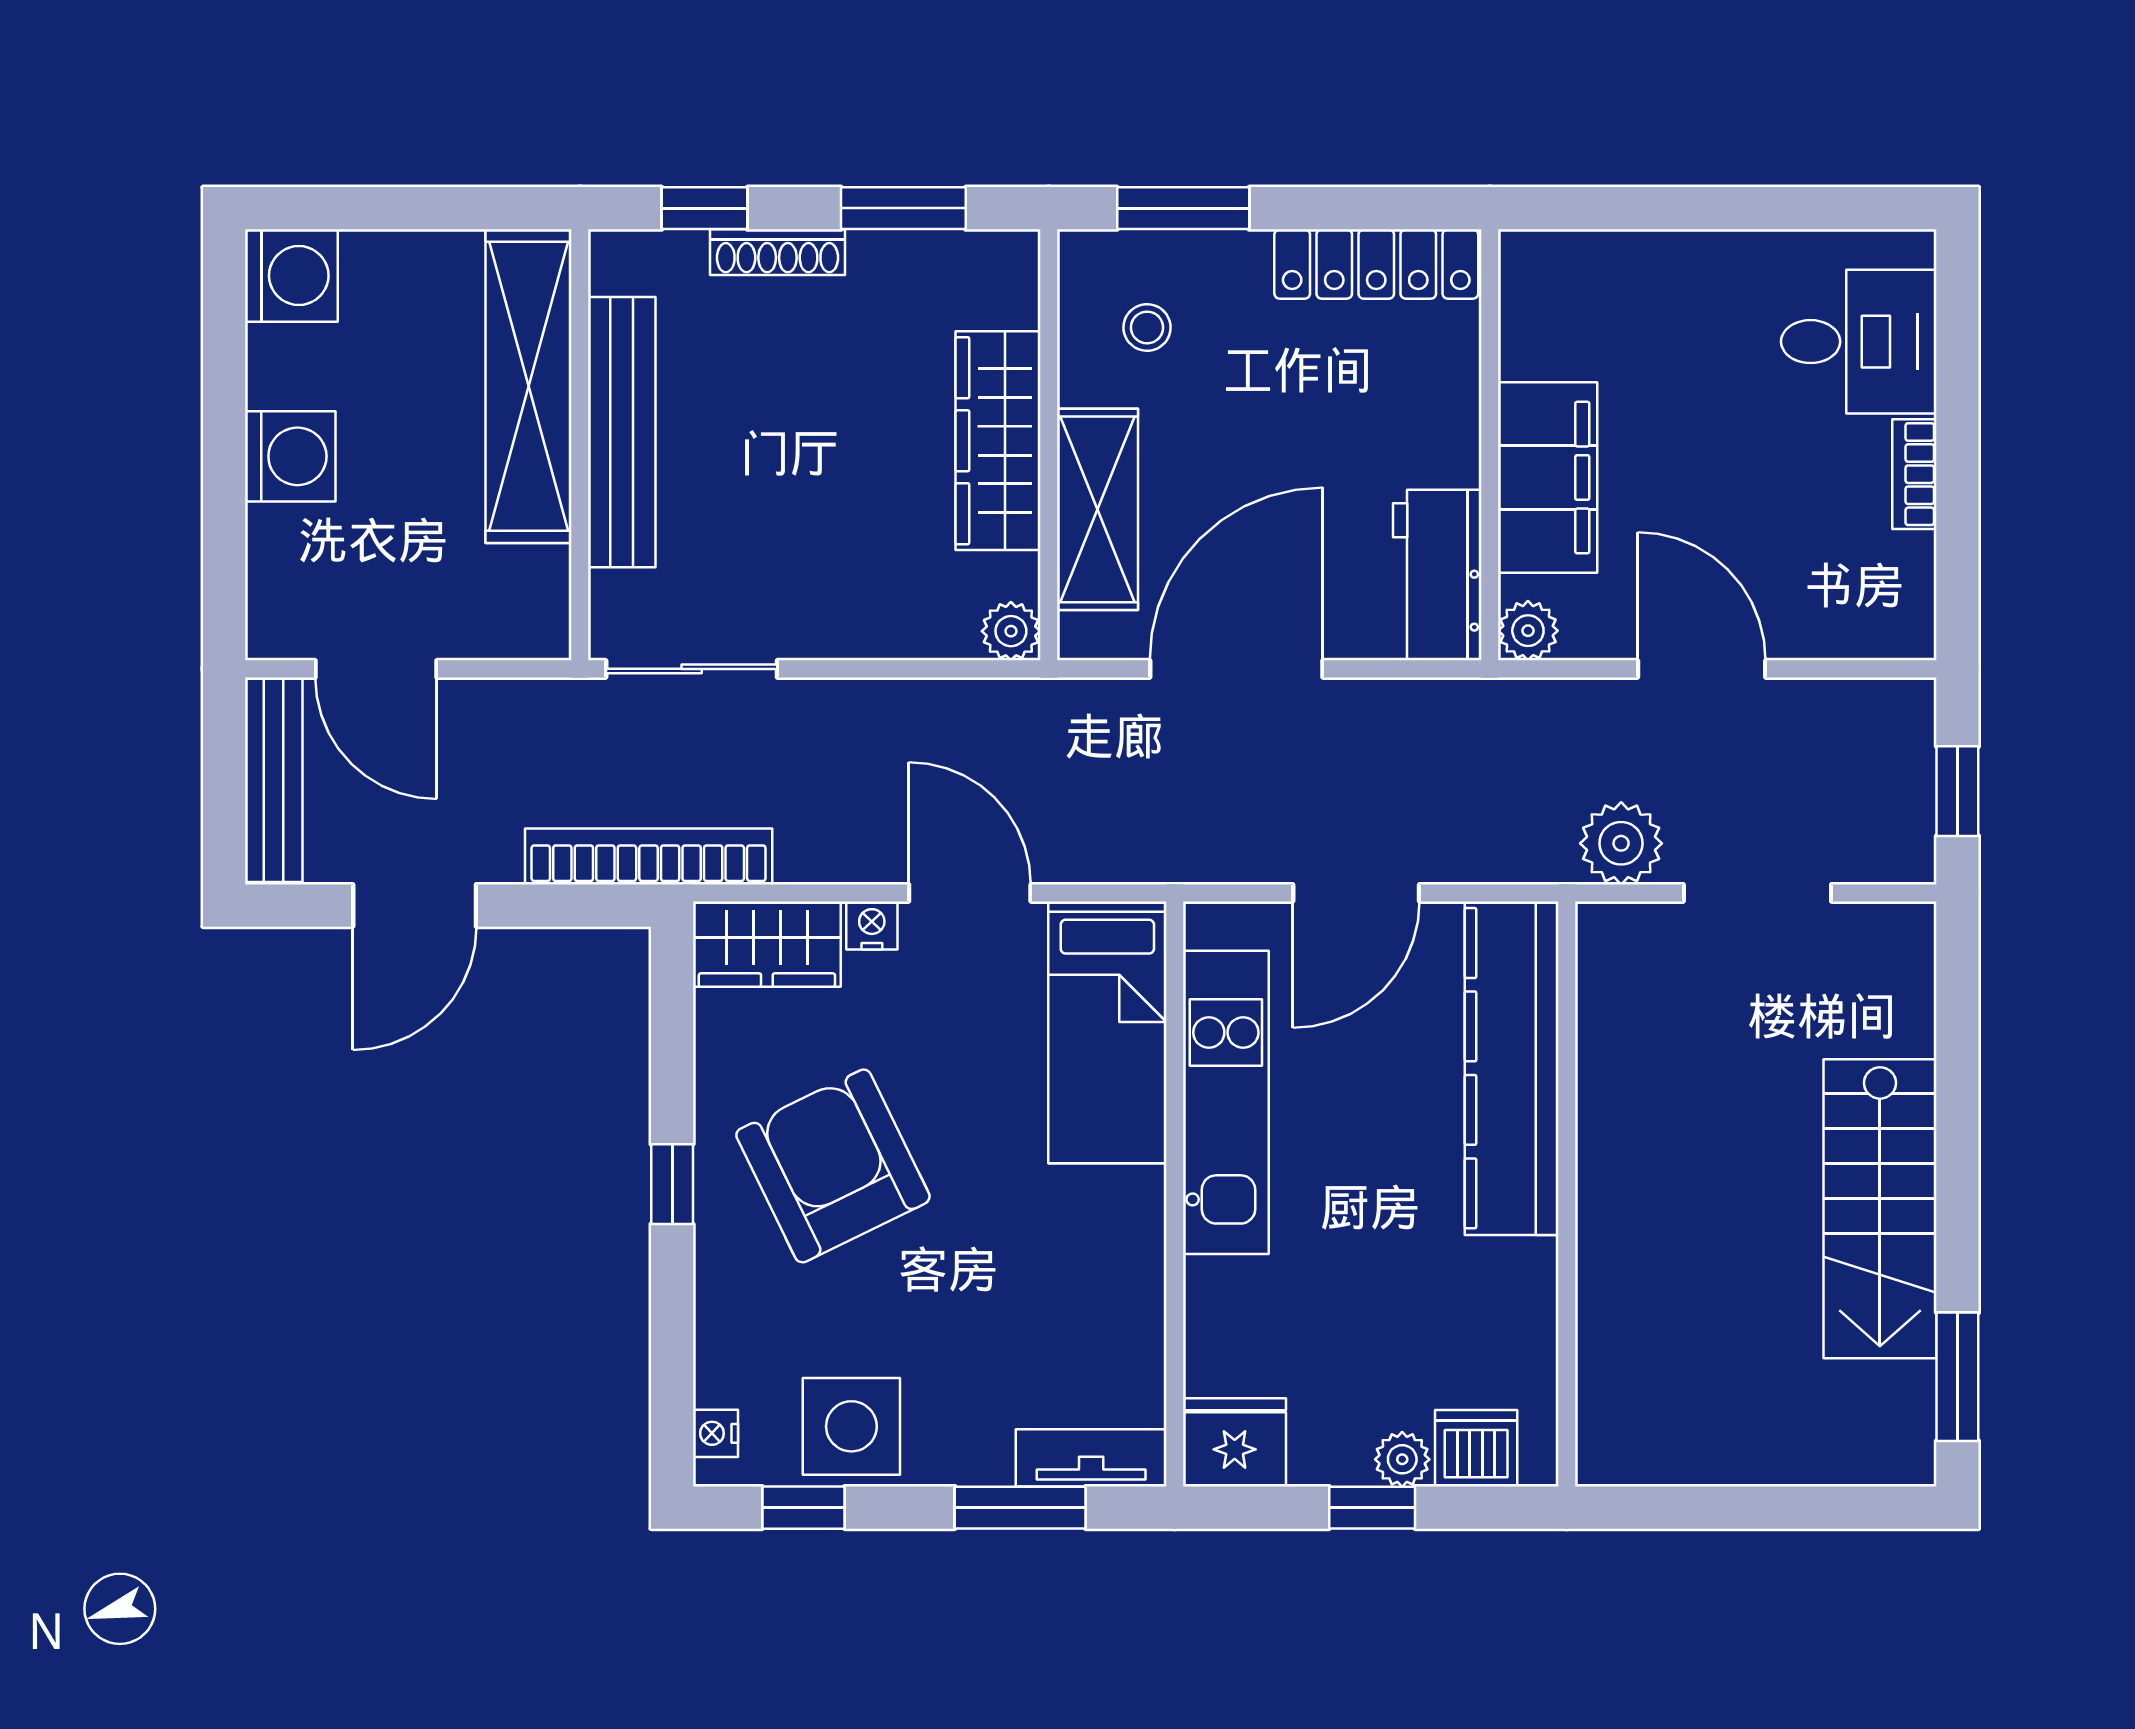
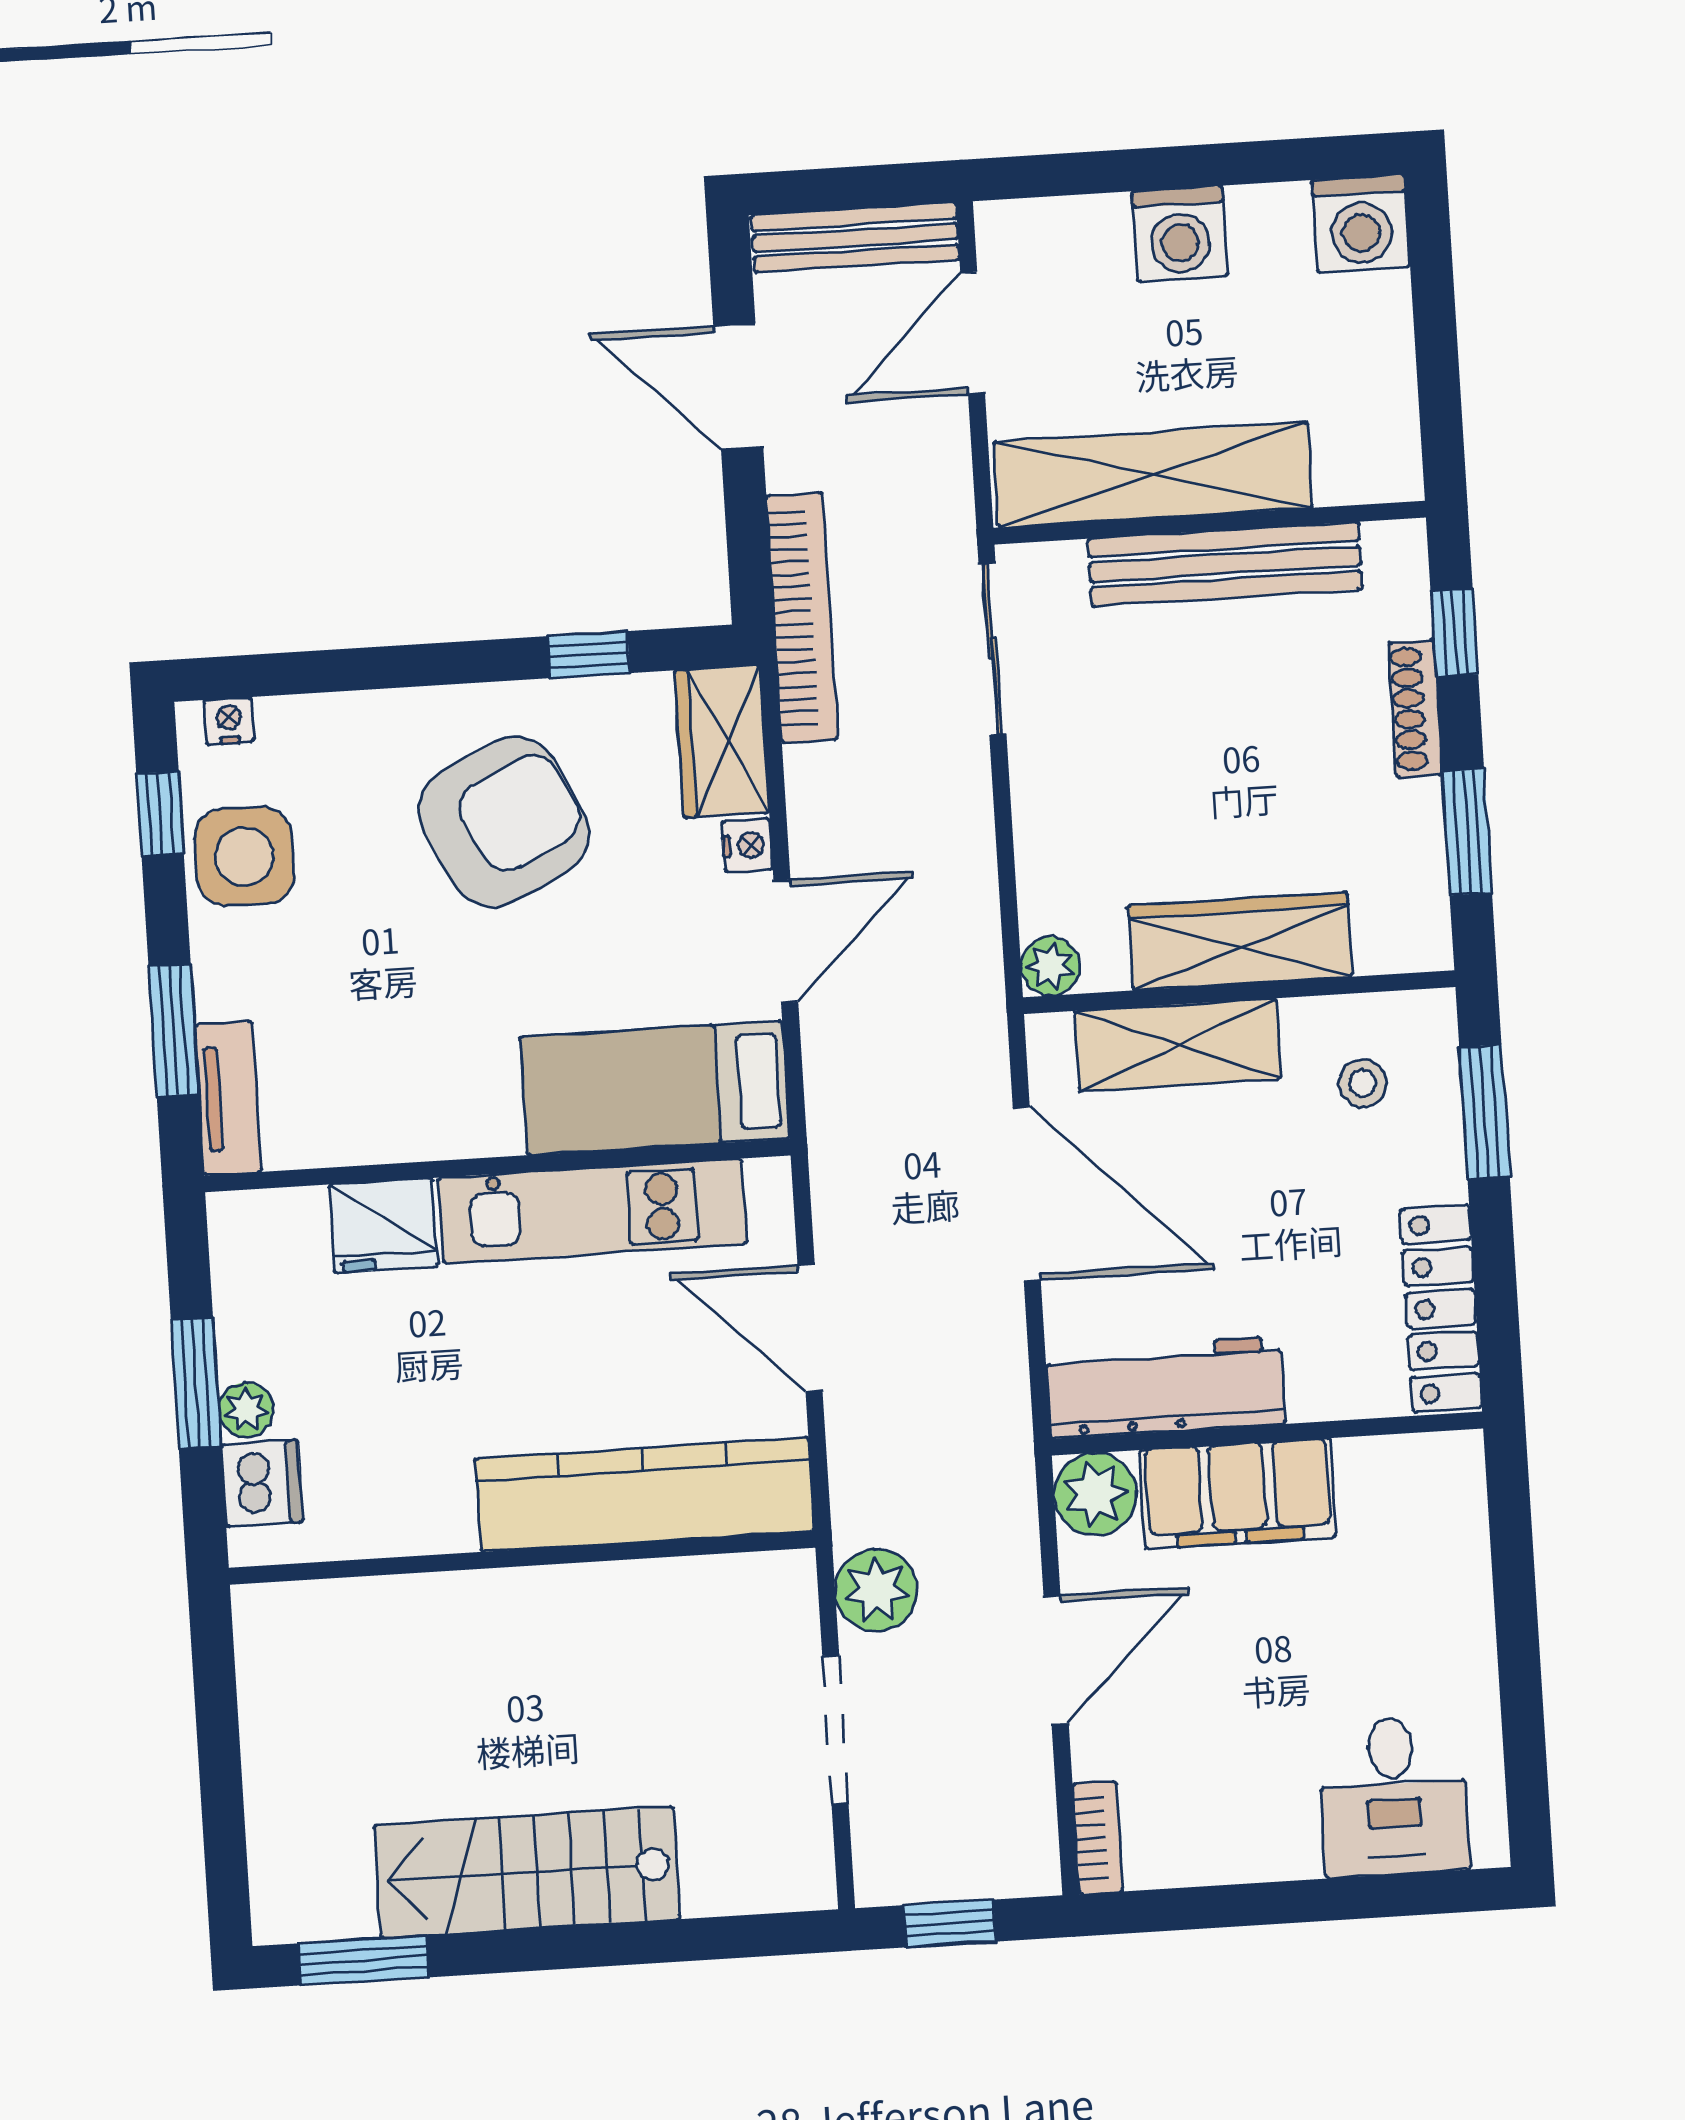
shelving: (528, 386) -> (1153, 475), moved
bookcase: (1914, 474) -> (1098, 1838), moved, turned 90
workbench: (1437, 575) -> (1165, 1387), width x1.37
plant: (1528, 631) -> (1095, 1494), width x1.38, depth x1.38
window: (672, 1184) -> (589, 655), moved
fridge: (1235, 1442) -> (383, 1226), moved, turned 90
window: (1372, 1508) -> (196, 1383), width x1.50

